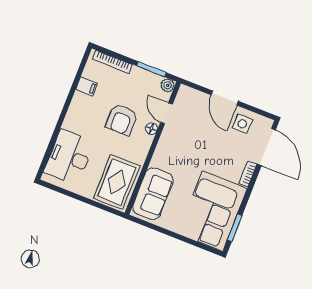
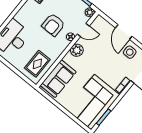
door: (166, 113) -> (83, 30), swing flipped
plant: (167, 145) -> (77, 50), added
rug: (117, 182) -> (37, 64), width x0.73, depth x0.70

